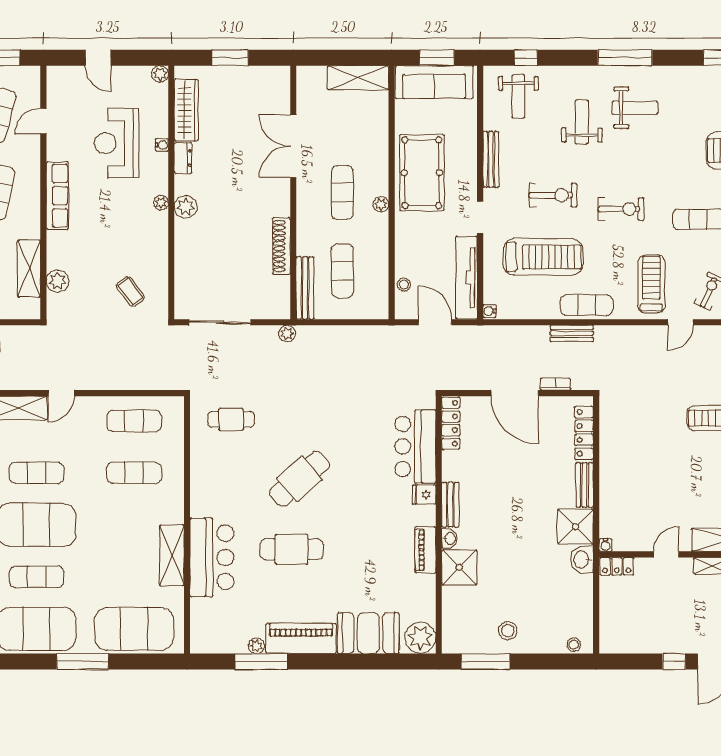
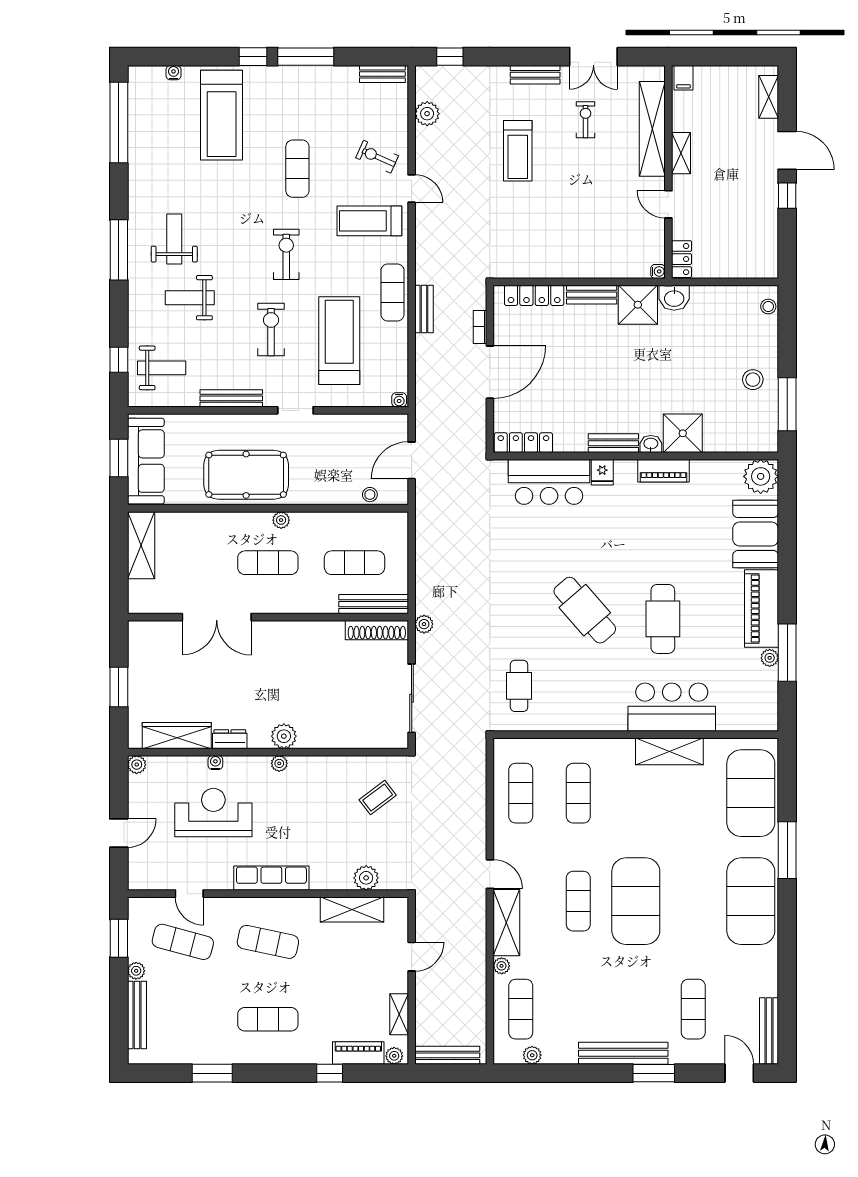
reception desk: (117, 143) -> (213, 813), turned 180
shoe rack: (281, 246) -> (377, 630), moved
tv unit: (466, 278) -> (362, 425), removed
exercise mat: (37, 577) -> (693, 901), removed

